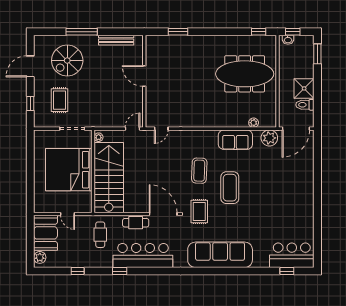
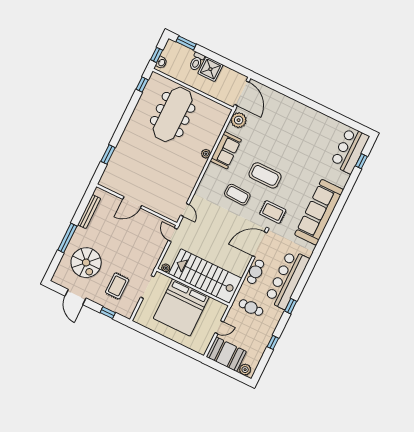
rug: (60, 100) -> (117, 286), turned 90
toilet: (305, 105) -> (197, 61), moved
plant: (254, 123) -> (206, 154), moved

